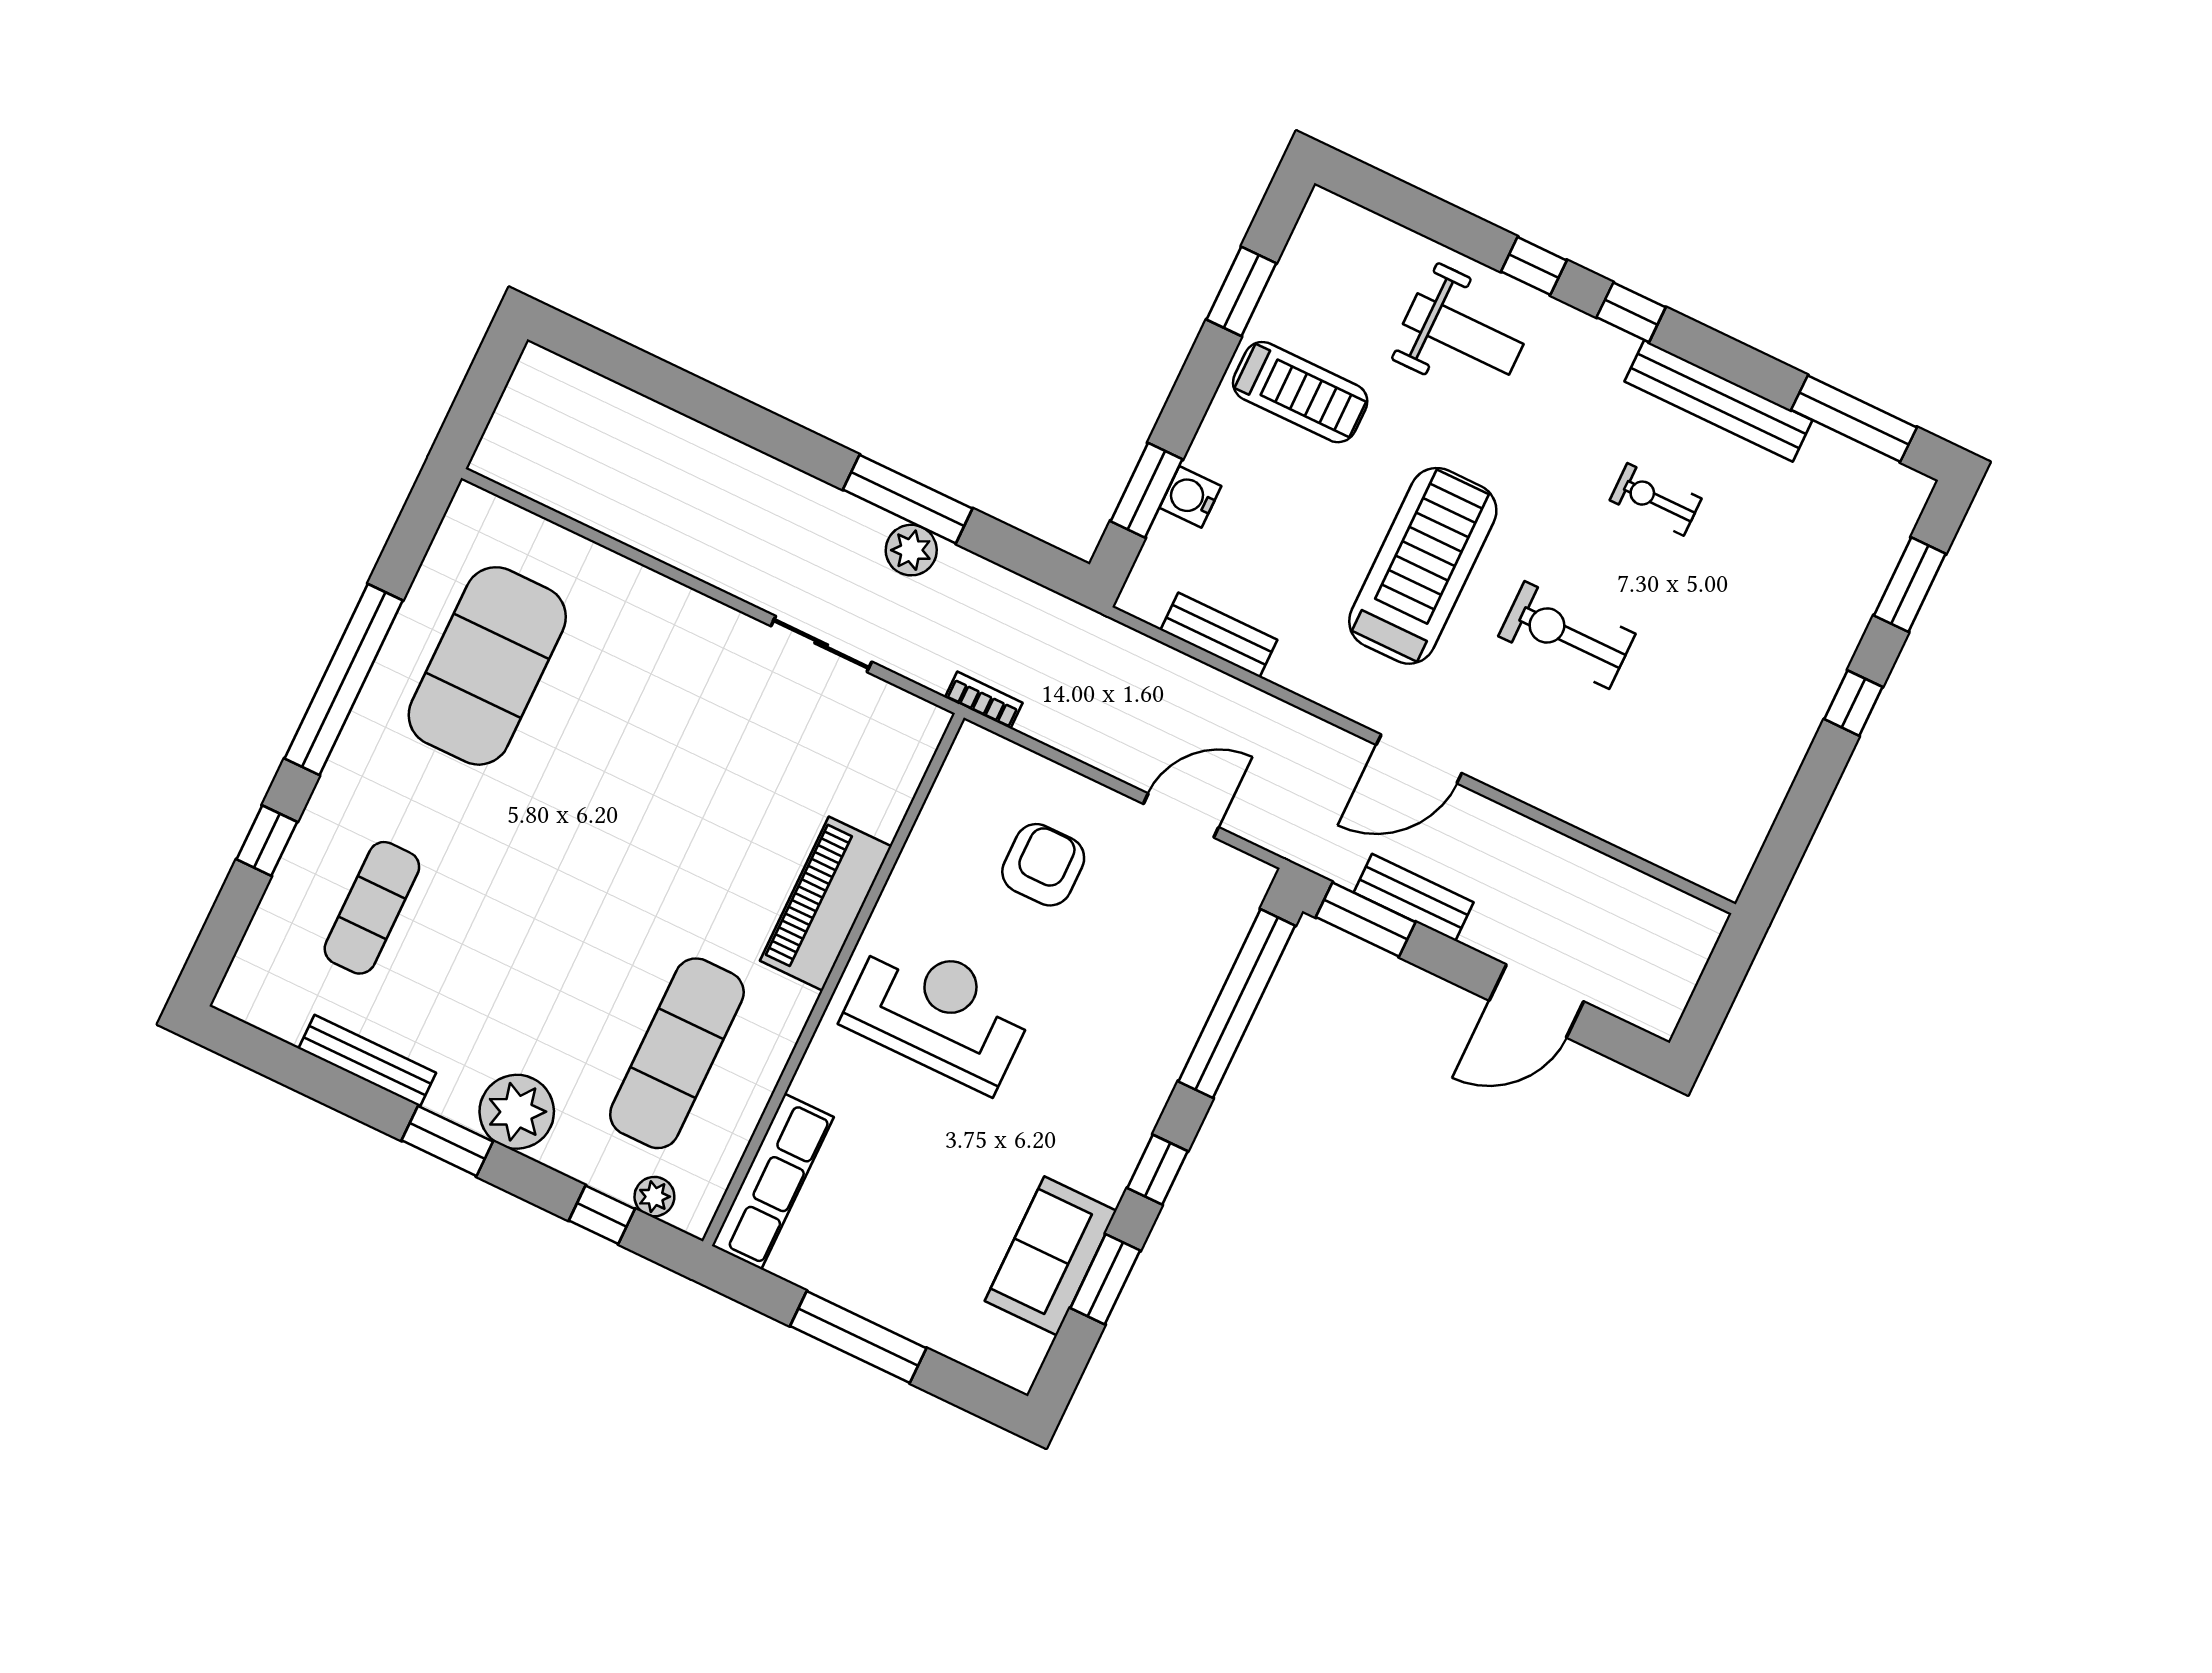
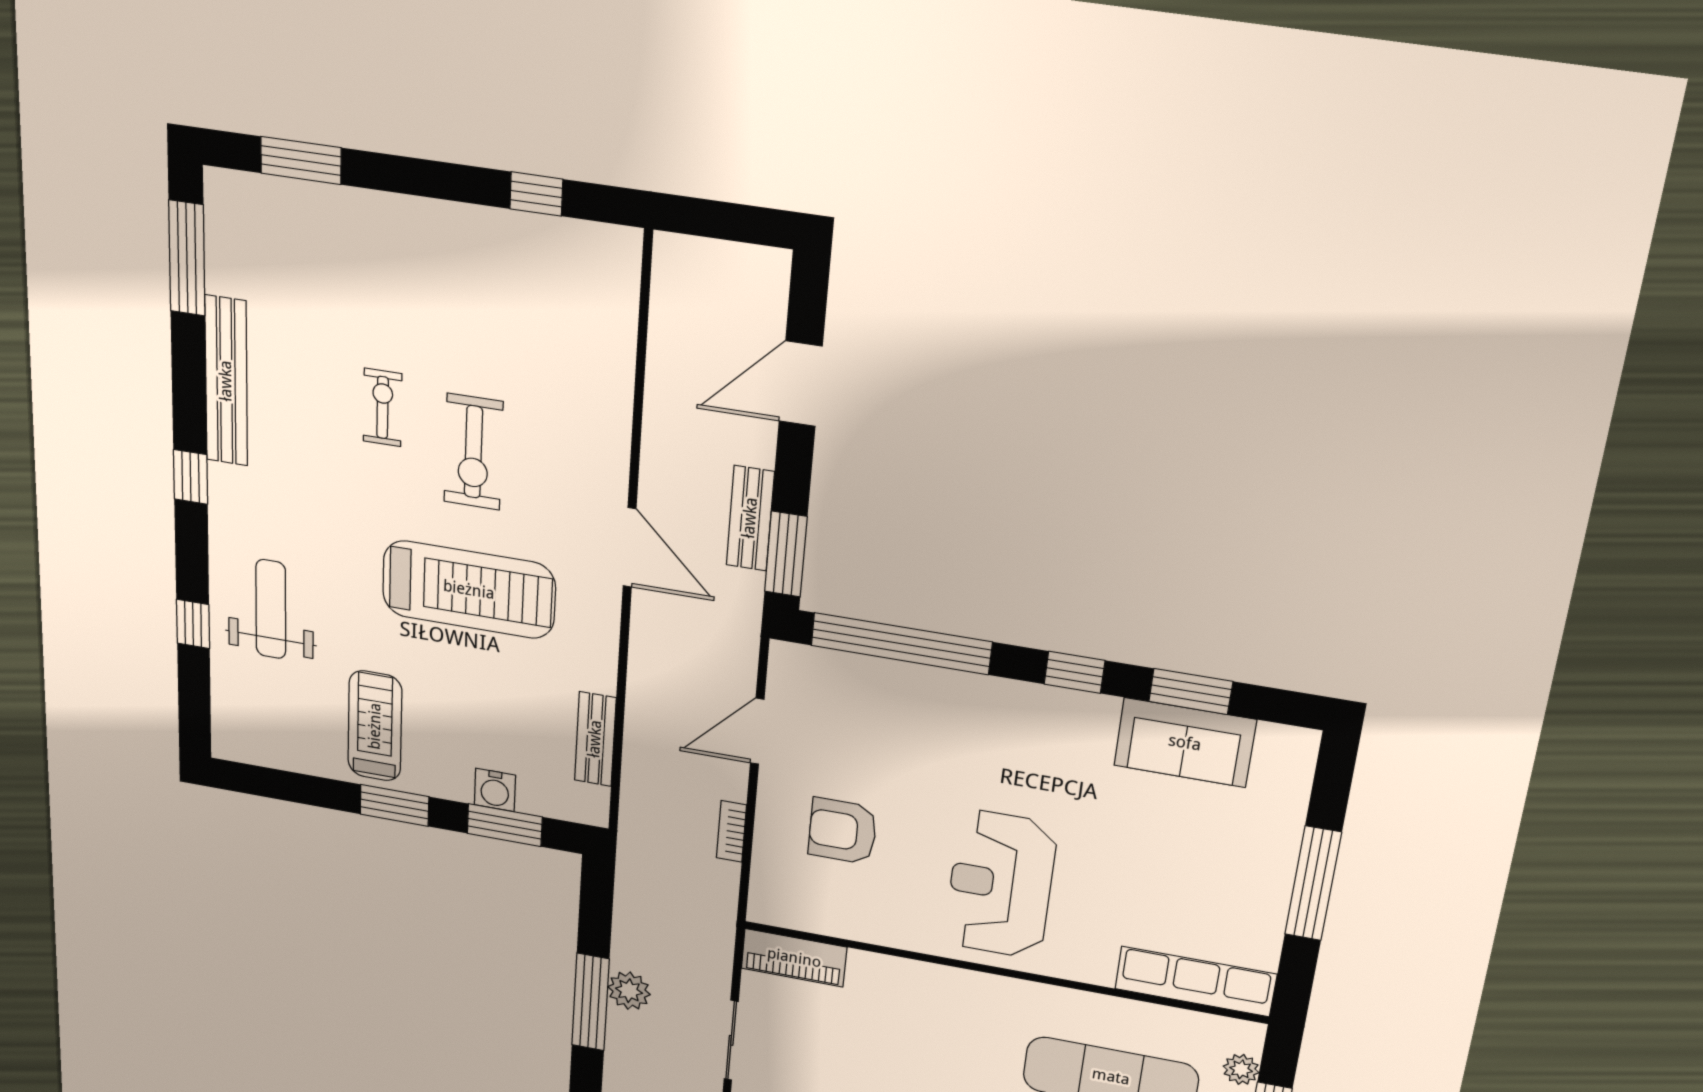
window: (1534, 266) -> (193, 624), moved
window: (1241, 291) -> (395, 805), moved
exercise bike: (1656, 499) -> (383, 407), moved, turned 180
treadmill: (1423, 566) -> (469, 590), turned 180
bookcase: (984, 700) -> (731, 831), moved
window: (1853, 703) -> (536, 194), moved
door: (1181, 816) -> (757, 731), hinge flipped
piano: (826, 904) -> (794, 958), moved, width x0.73, depth x0.75
door: (1536, 1001) -> (801, 384), swing flipped

